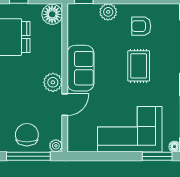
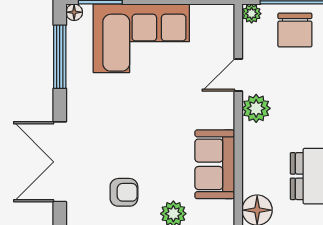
rug: (139, 66) -> (128, 133), removed
sofa: (80, 68) -> (215, 164), moved

